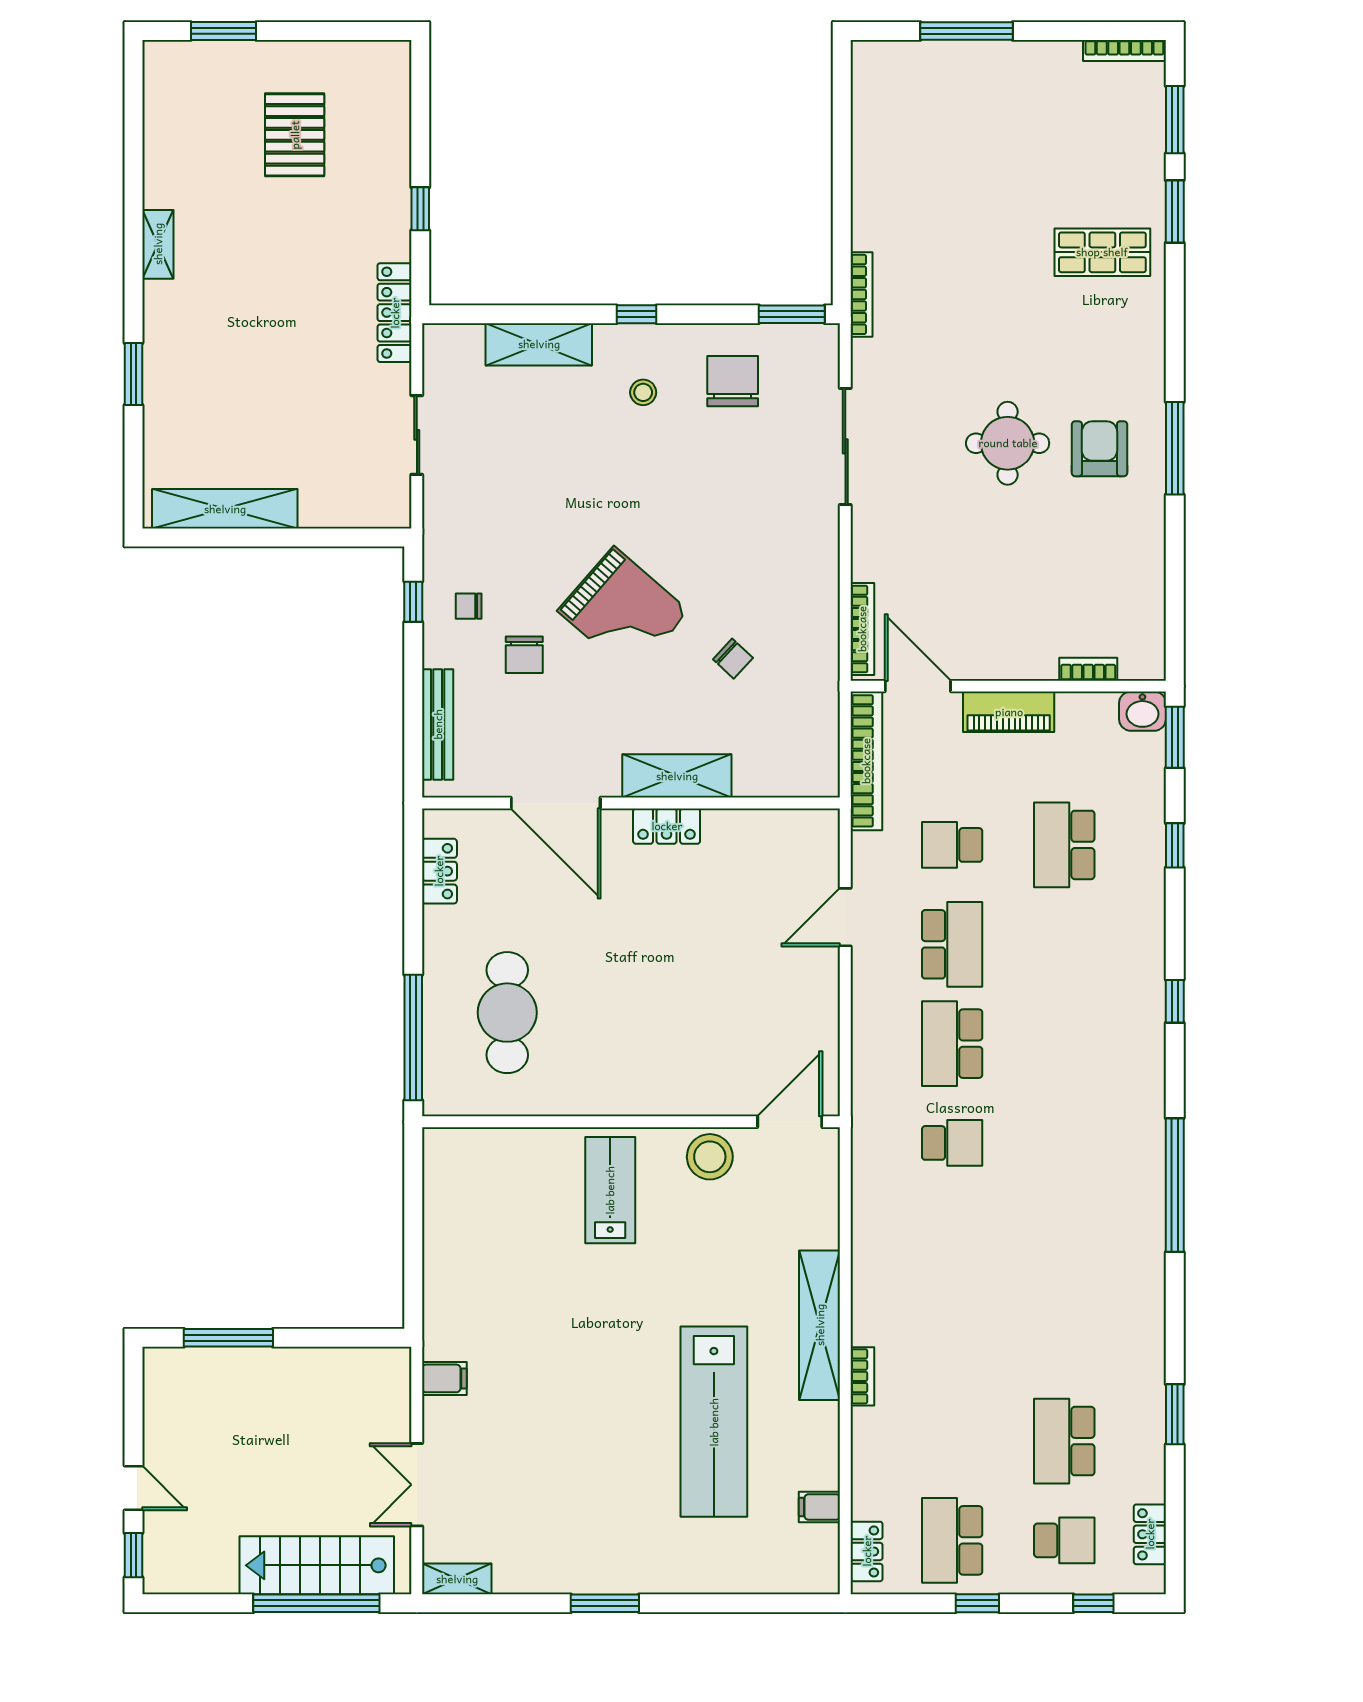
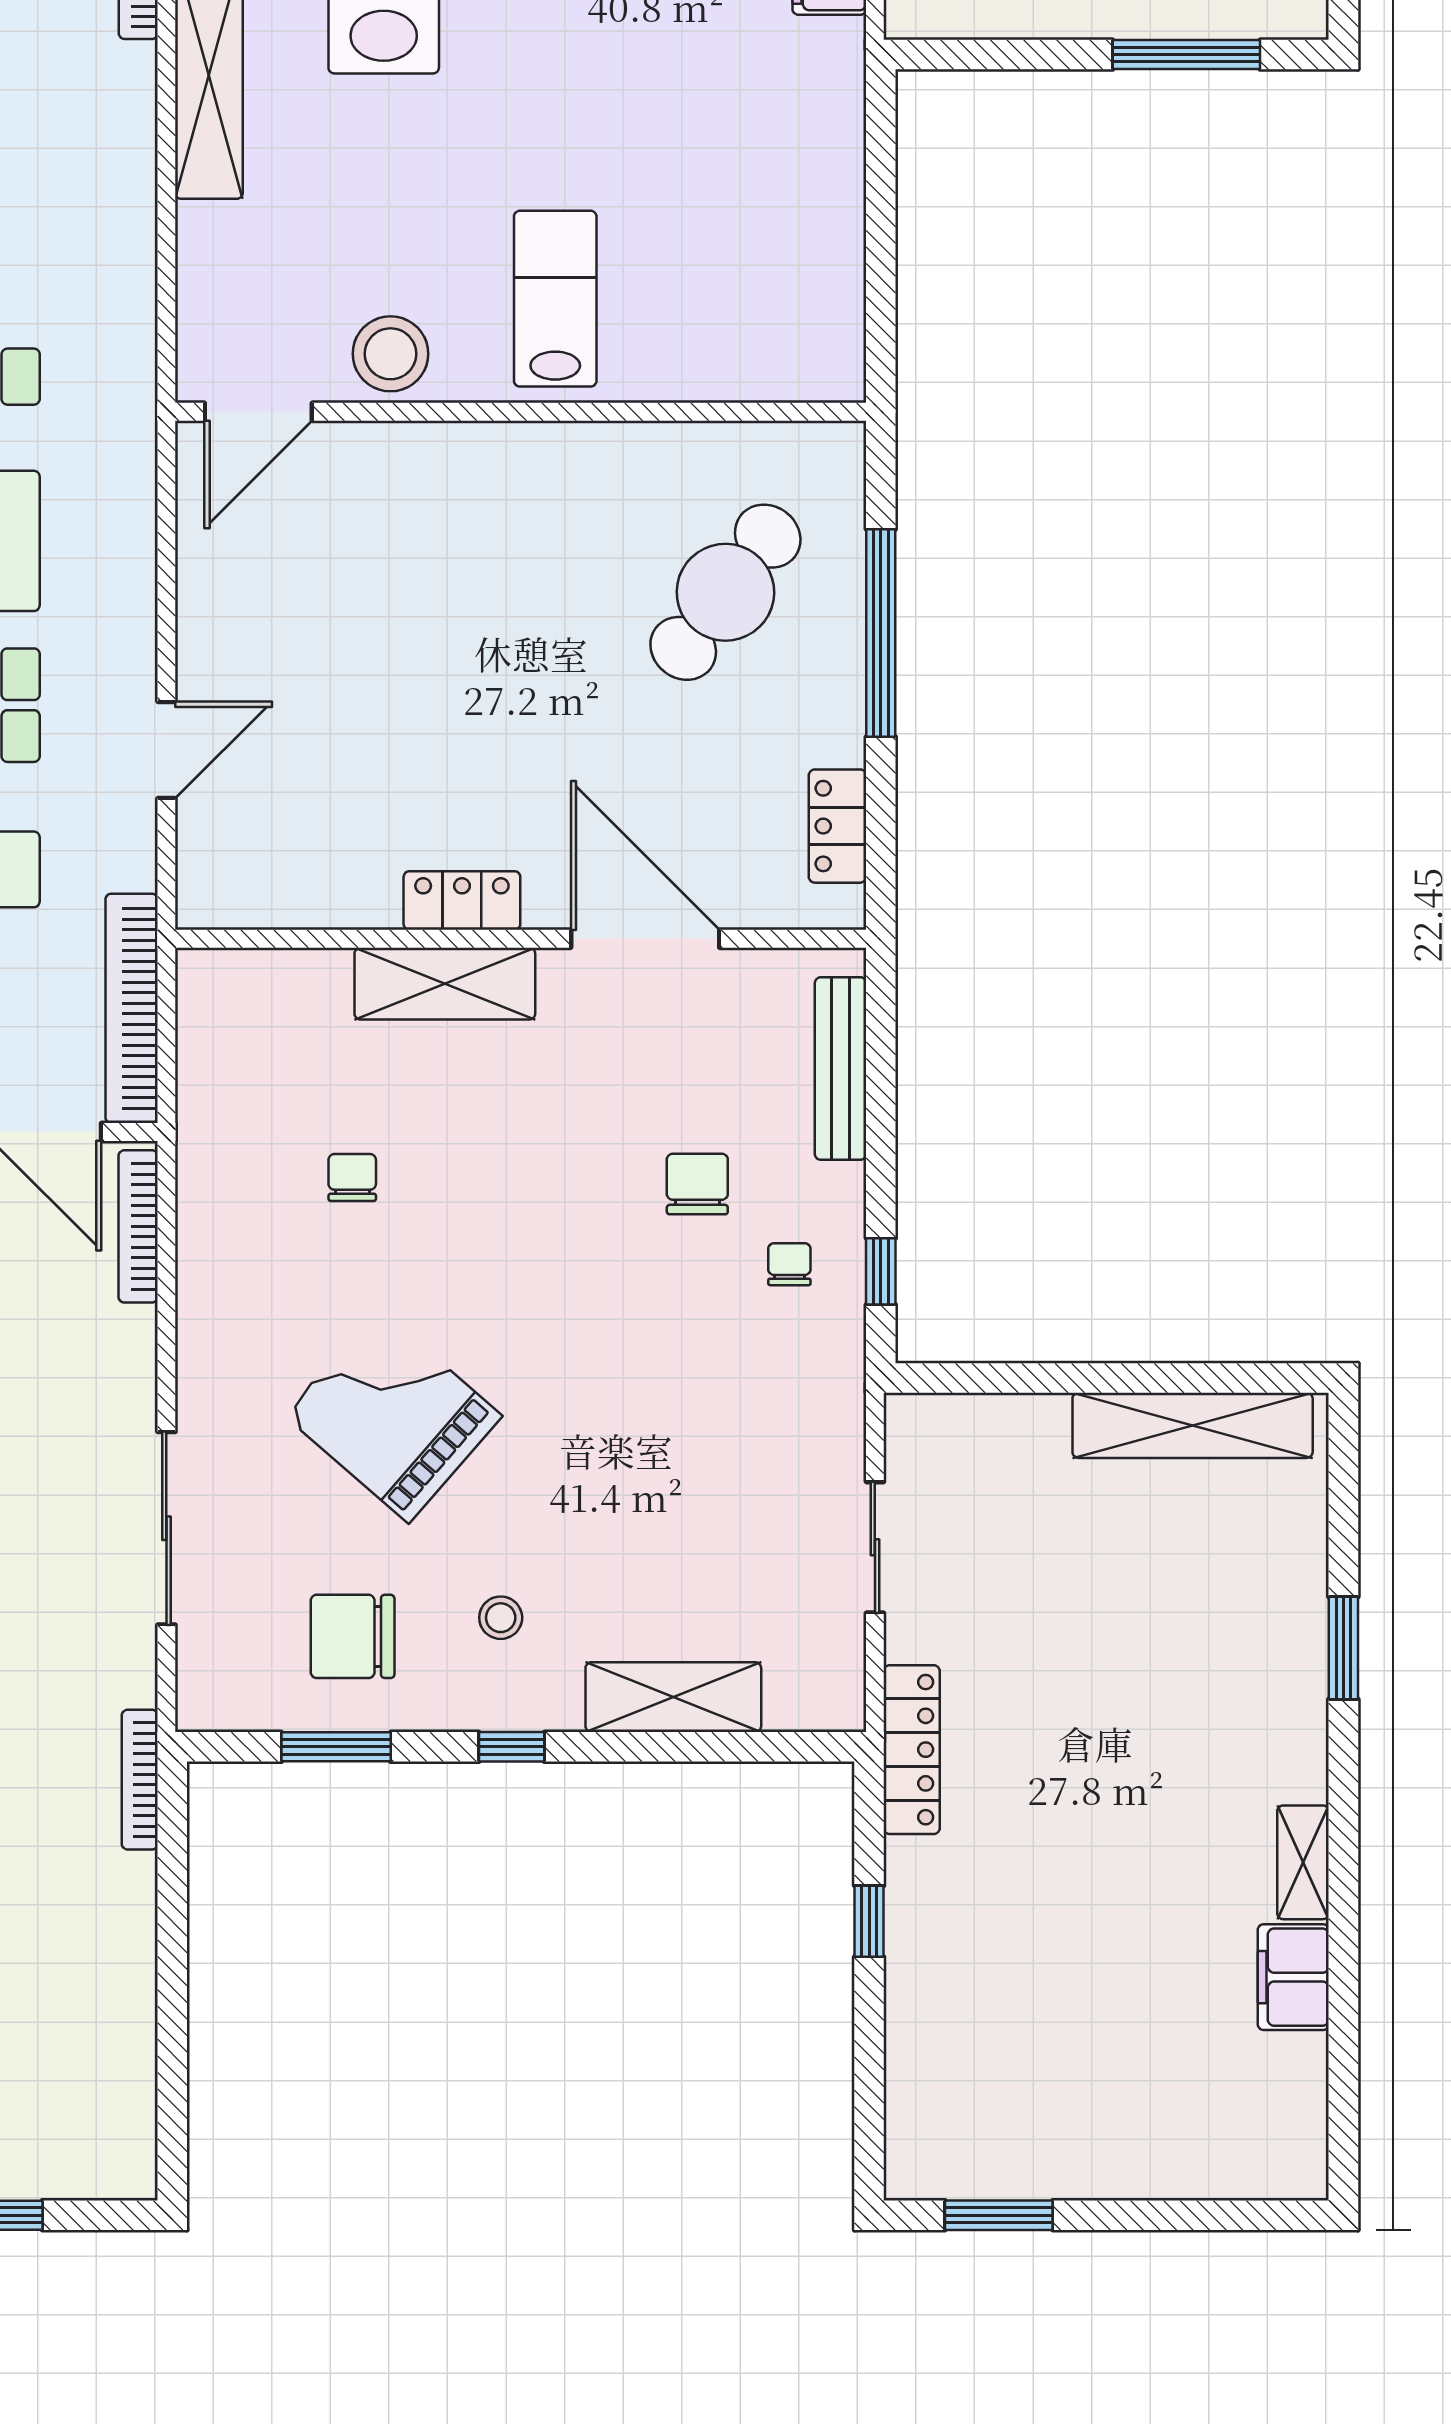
window: (223, 31) -> (999, 2215), moved
pallet: (295, 135) -> (1077, 2044), removed
filing cabinet: (164, 175) -> (1293, 1977), added
window: (792, 314) -> (336, 1747), moved
chair: (733, 381) -> (353, 1636), turned 90
chair: (469, 606) -> (789, 1264), turned -90
grand piano: (623, 611) -> (393, 1416), moved
chair: (733, 659) -> (352, 1178), turned 47
cafe table: (507, 1013) -> (725, 592), turned 37
window: (413, 1038) -> (881, 633), moved
lab bench: (610, 1190) -> (555, 299), turned 180

